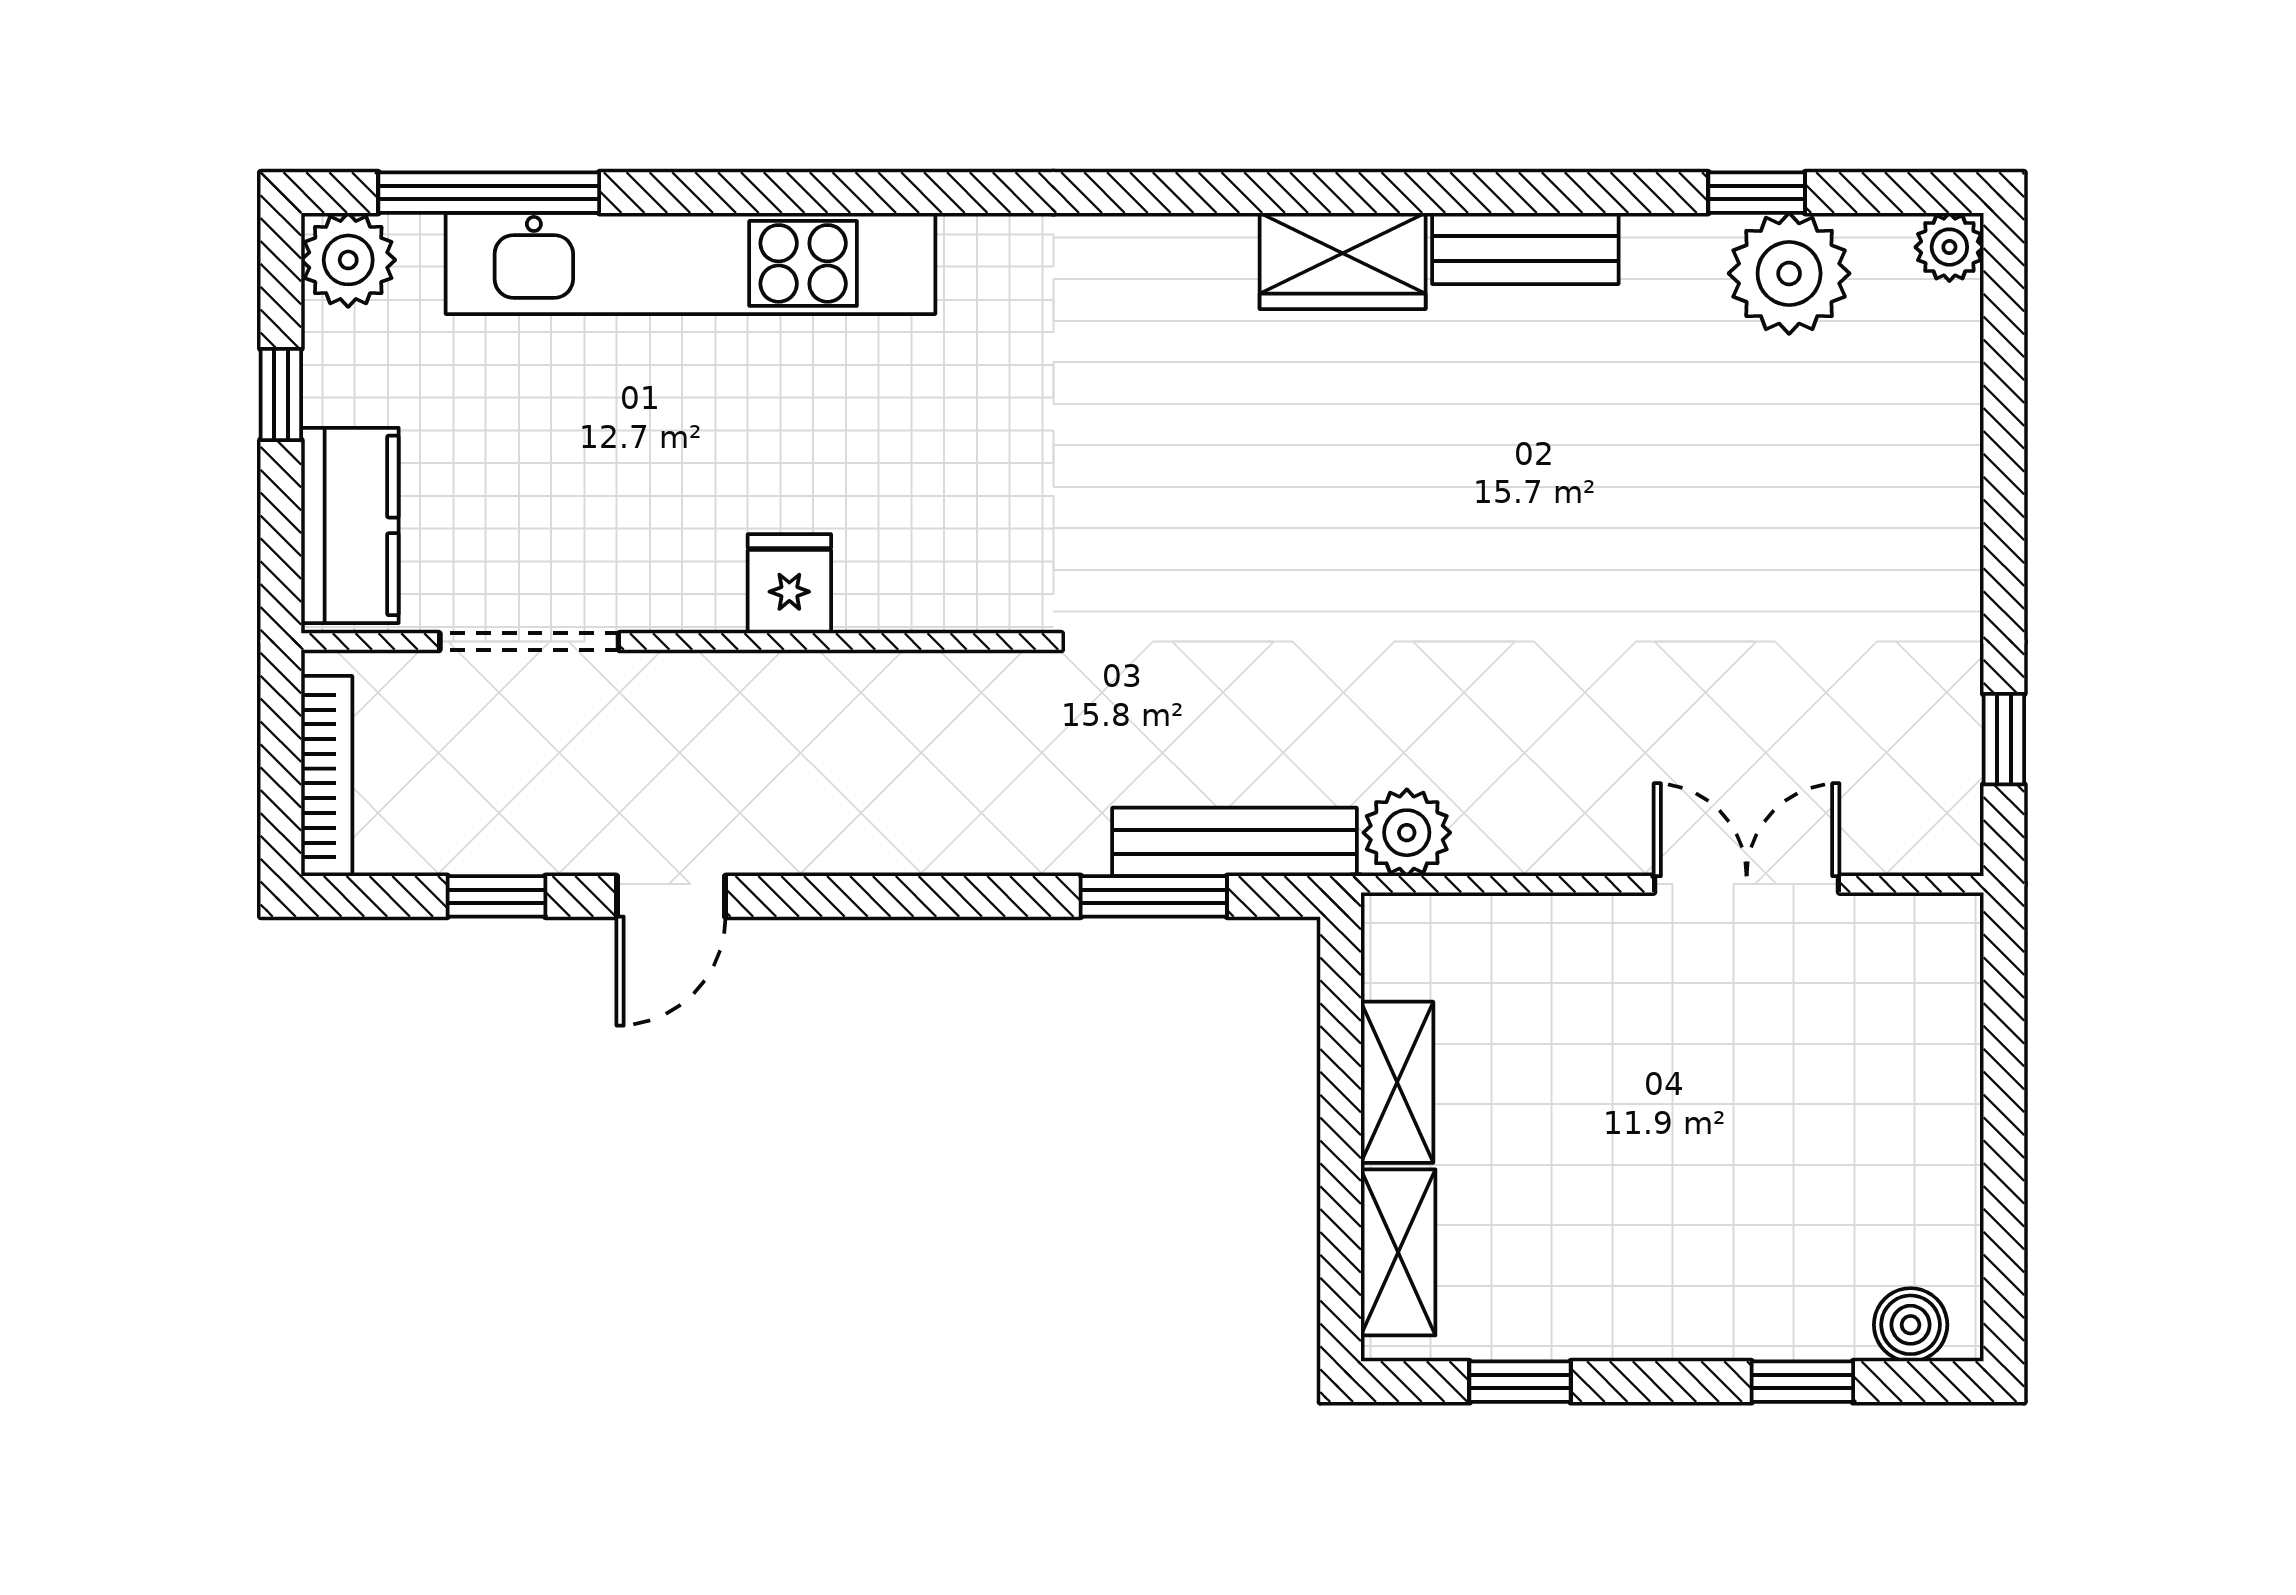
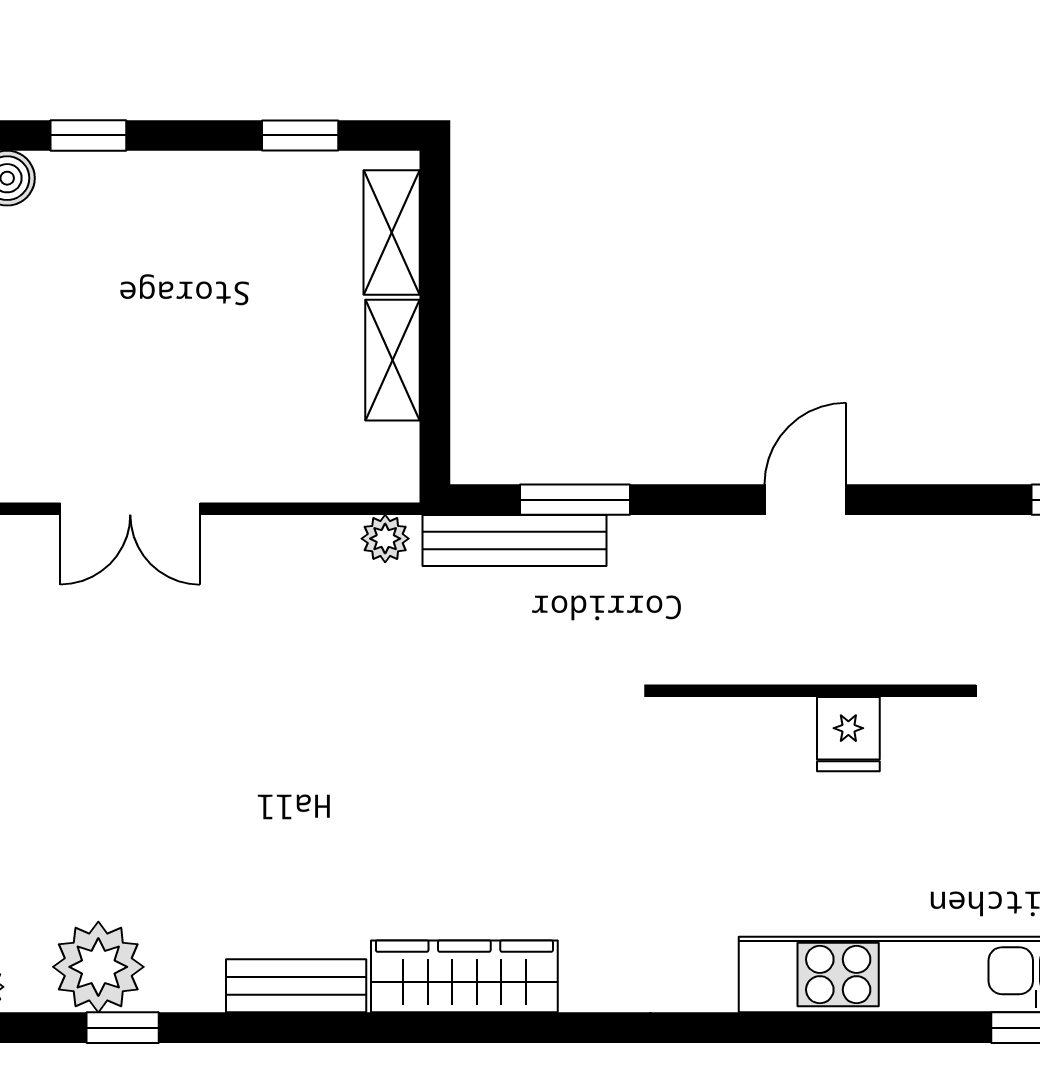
wardrobe: (1343, 261) -> (464, 976), width x1.50
plant: (1407, 833) -> (385, 539), width x0.73, depth x0.73
door: (671, 896) -> (806, 500), moved

